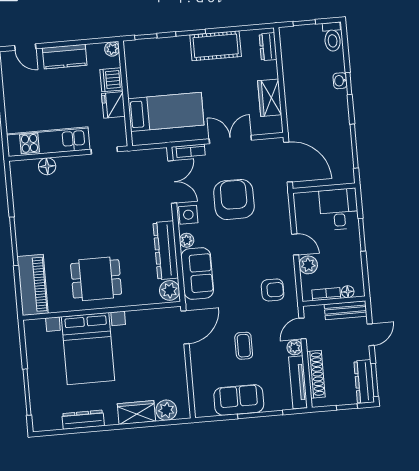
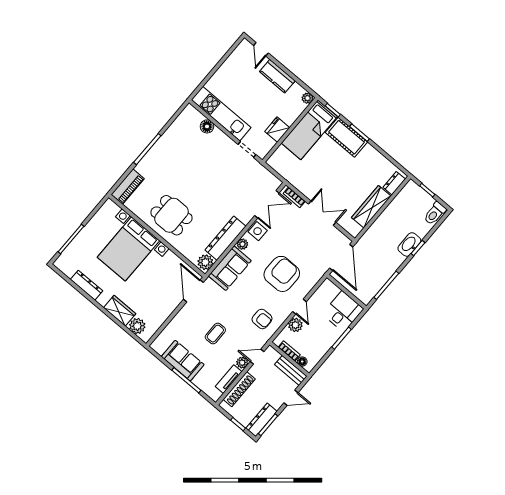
cot: (216, 46) -> (346, 137), moved
dishwasher: (111, 80) -> (290, 115), removed
washbasin: (340, 81) -> (409, 244), width x1.91, depth x1.45
wardrobe: (270, 98) -> (371, 207), width x1.50
bed: (166, 112) -> (309, 130), moved, turned 90
armchair: (234, 199) -> (282, 274), moved
piano: (33, 285) -> (128, 187), width x0.73, depth x0.75
door: (185, 327) -> (193, 291), swing flipped
tv unit: (298, 382) -> (229, 379), width x0.71

